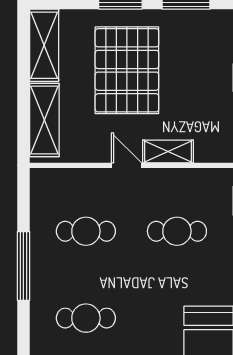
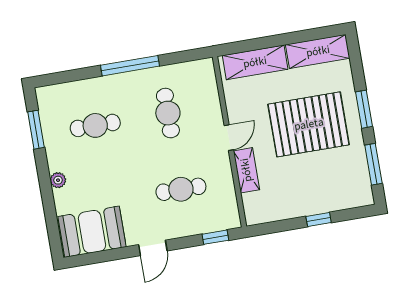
cafe table: (177, 231) -> (181, 189), turned 90
cafe table: (86, 318) -> (95, 125), turned 90

